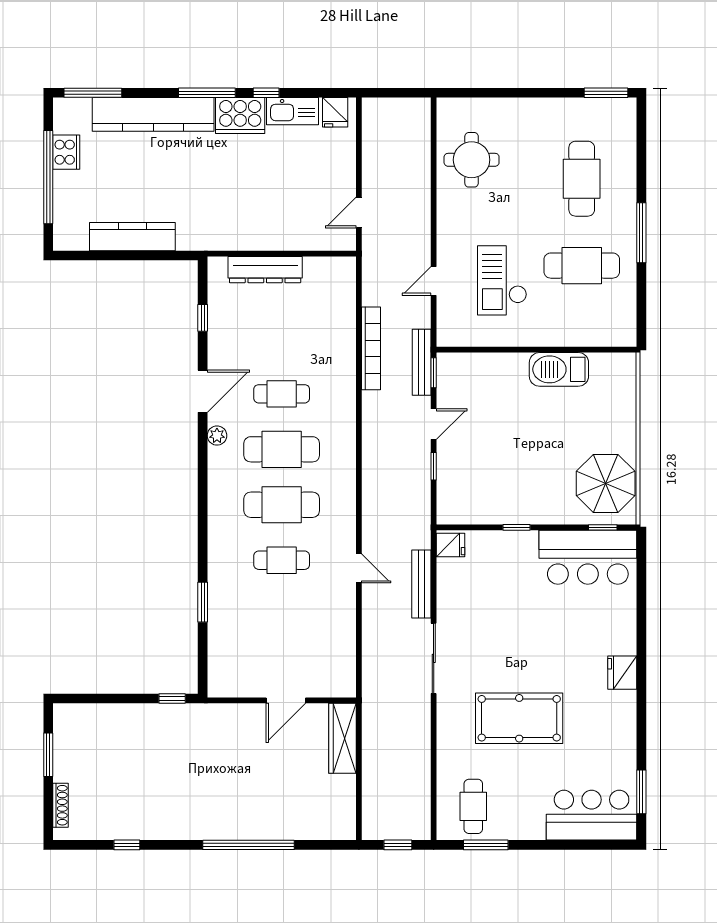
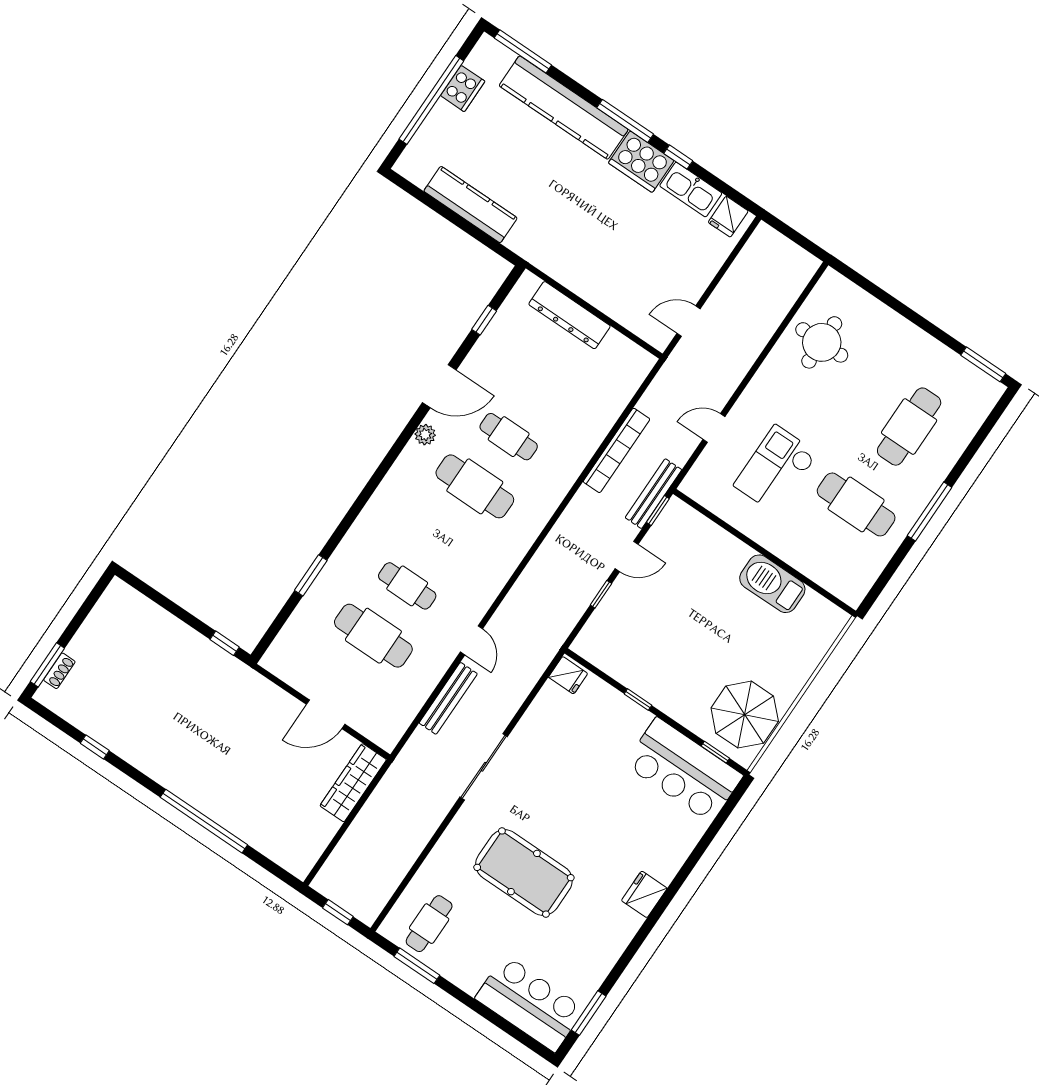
cafe table: (282, 505) -> (373, 636), moved
bench: (421, 584) -> (448, 698), moved
window: (48, 755) -> (47, 665), moved
shoe rack: (60, 805) -> (59, 671), width x0.70

